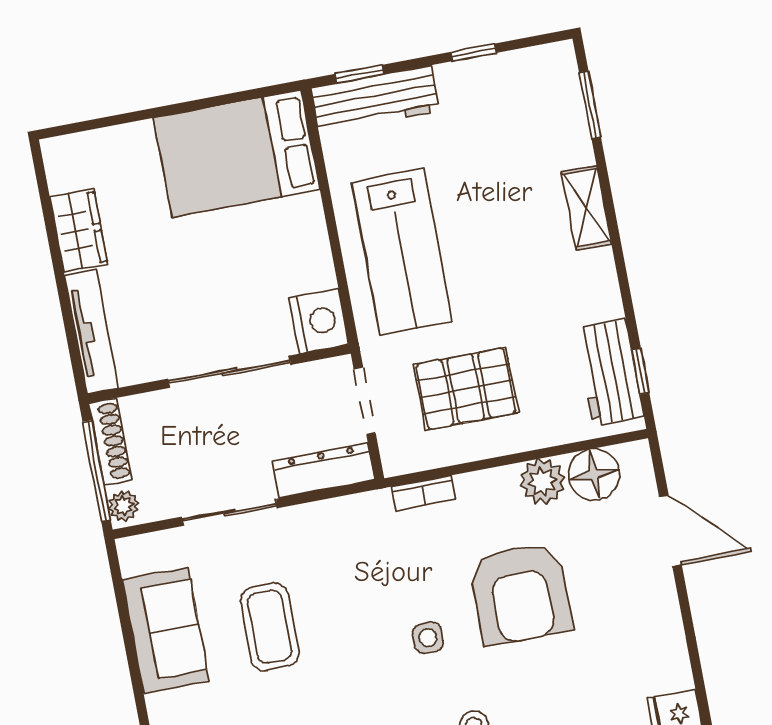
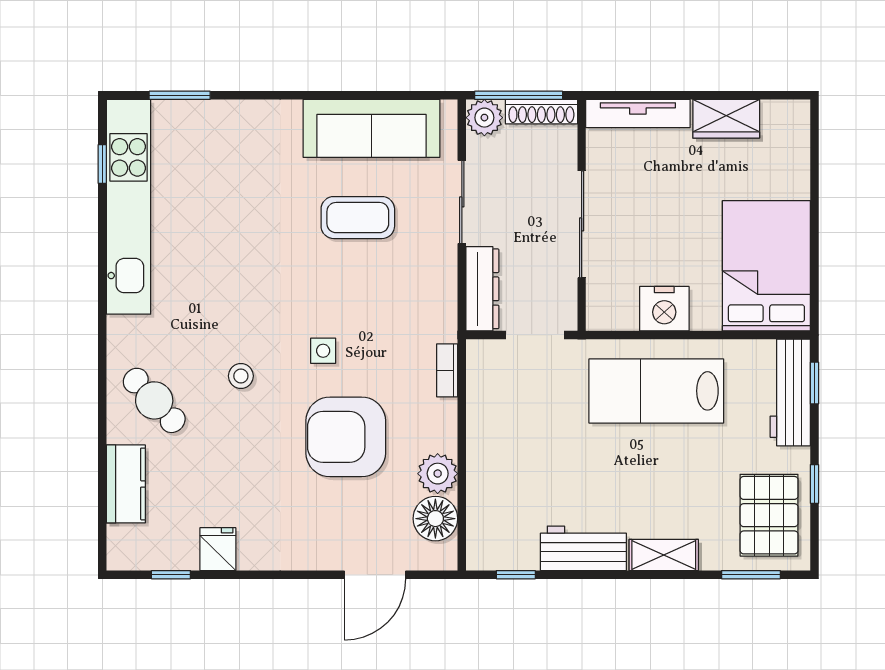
nightstand: (319, 321) -> (664, 309), moved
workbench: (610, 373) -> (583, 548), moved
pallet: (466, 389) -> (769, 515), moved
plant: (124, 506) -> (484, 118), width x1.38, depth x1.38
sofa: (166, 630) -> (372, 128), width x1.36

